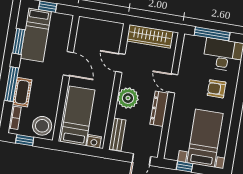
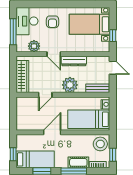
plant: (188, 59) -> (34, 46), added
door: (173, 83) -> (54, 54), hinge flipped

